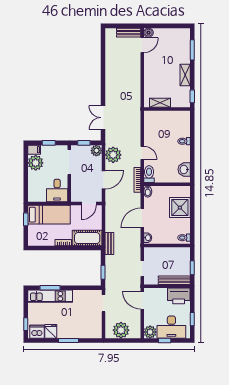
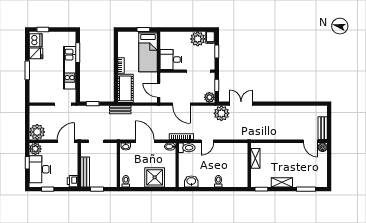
plant: (113, 155) -> (221, 113), moved
kitchen unit: (50, 296) -> (70, 68), moved
printer: (179, 296) -> (73, 181), width x0.53, depth x0.68
plant: (121, 330) -> (37, 132), moved

